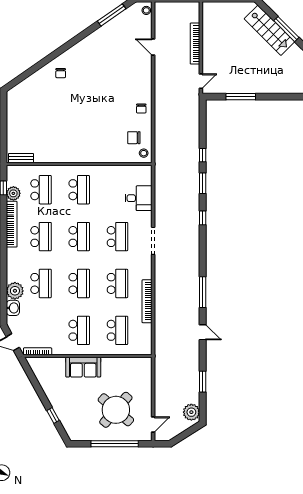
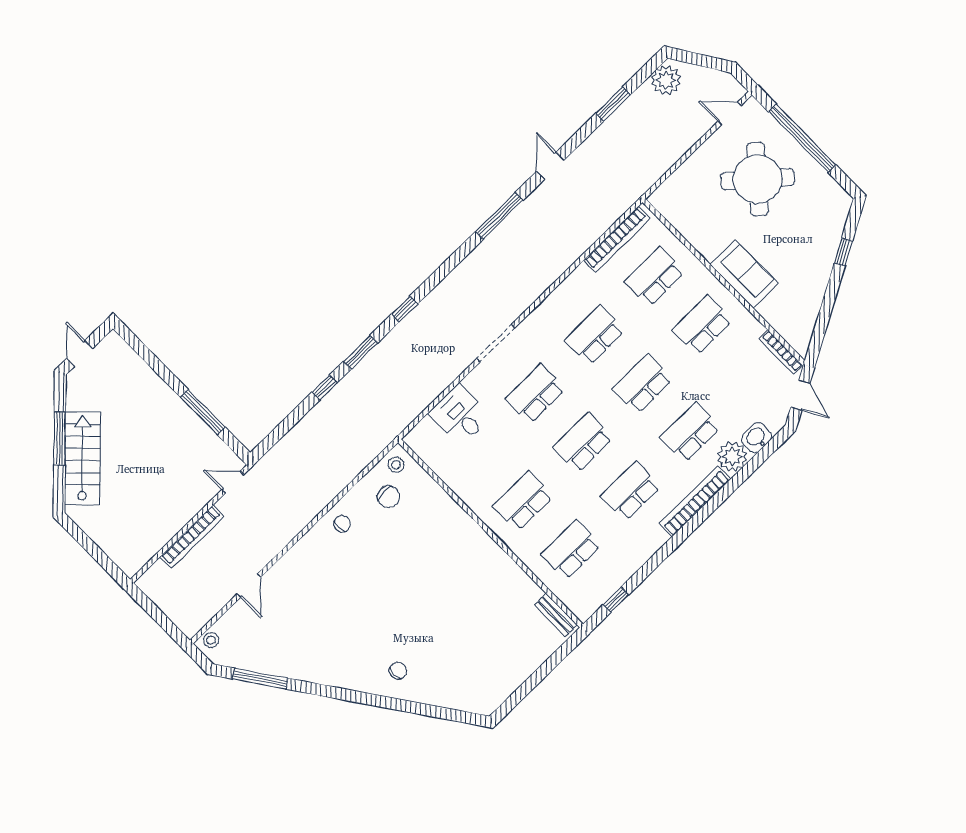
plant: (13, 193) -> (610, 580), removed
bookcase: (12, 224) -> (695, 501), moved
bookcase: (147, 301) -> (617, 239), moved

